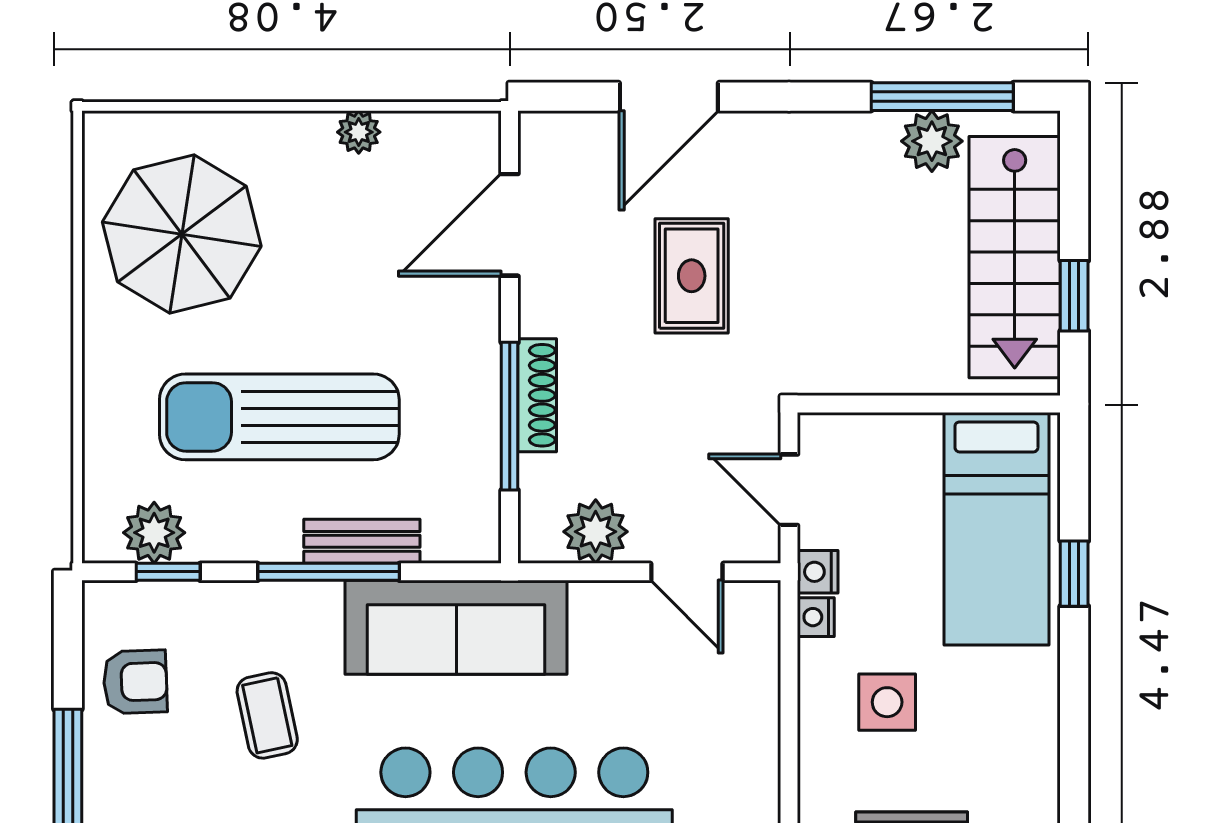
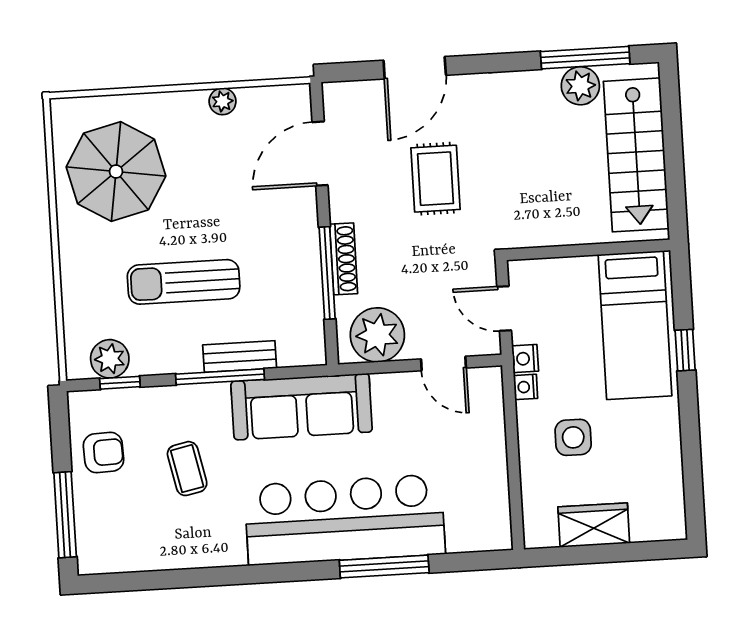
window: (1074, 296) -> (675, 177), removed
sun lounger: (279, 417) -> (184, 282), width x0.73, depth x0.75
plant: (596, 532) -> (377, 335), width x1.36, depth x1.36

